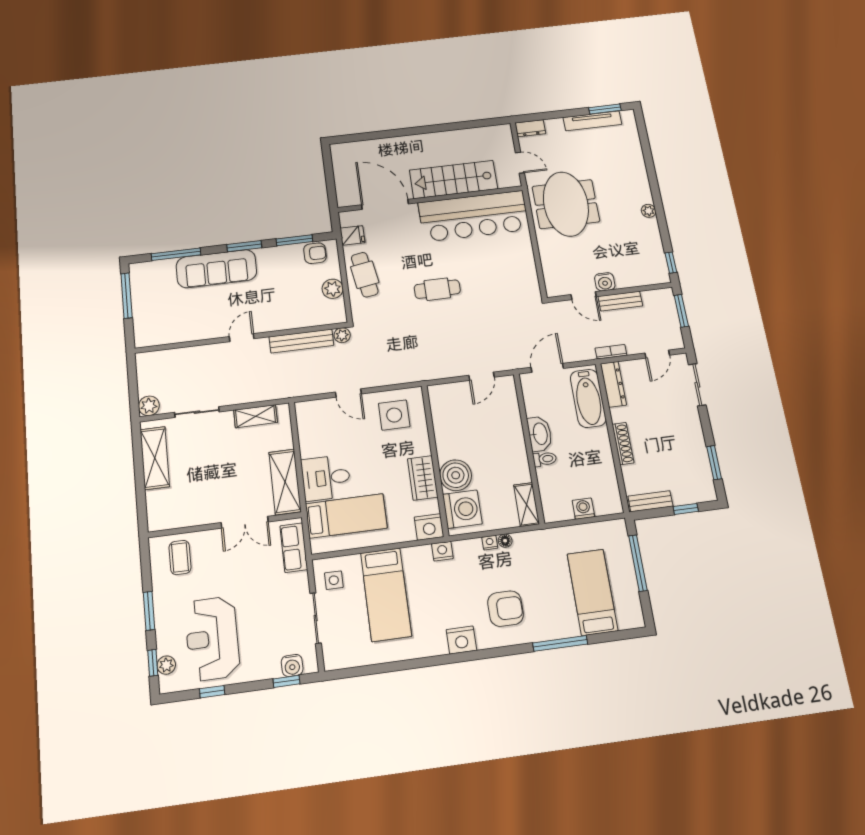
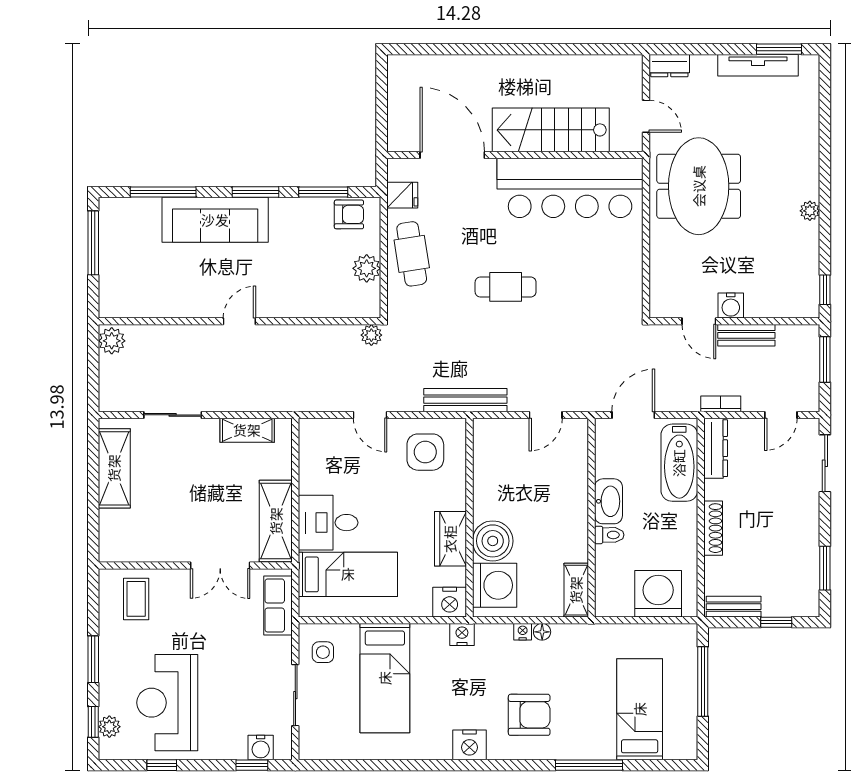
bench: (301, 341) -> (465, 400), moved
plant: (149, 406) -> (112, 341), moved
washing machine: (583, 509) -> (658, 594), width x1.89, depth x1.89

